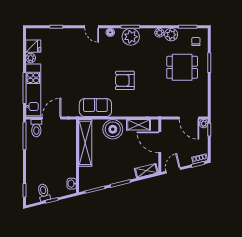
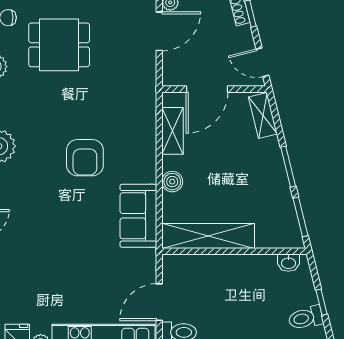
dining table: (182, 67) -> (59, 45), turned 90
door: (52, 118) -> (159, 302), hinge flipped
boiler: (113, 129) -> (172, 182), width x0.54, depth x0.54

